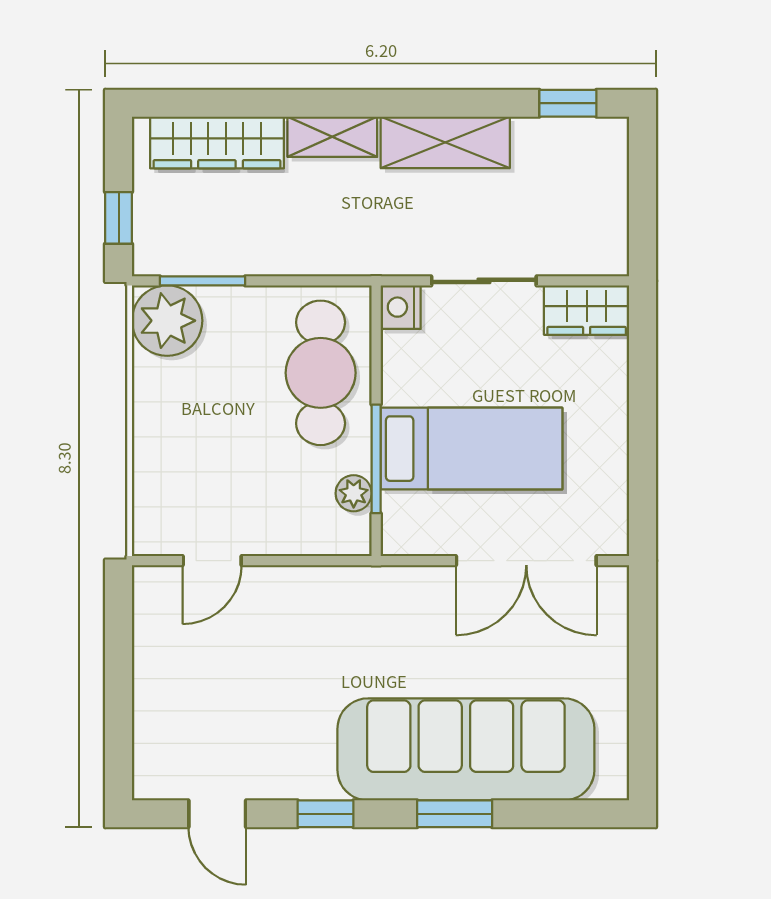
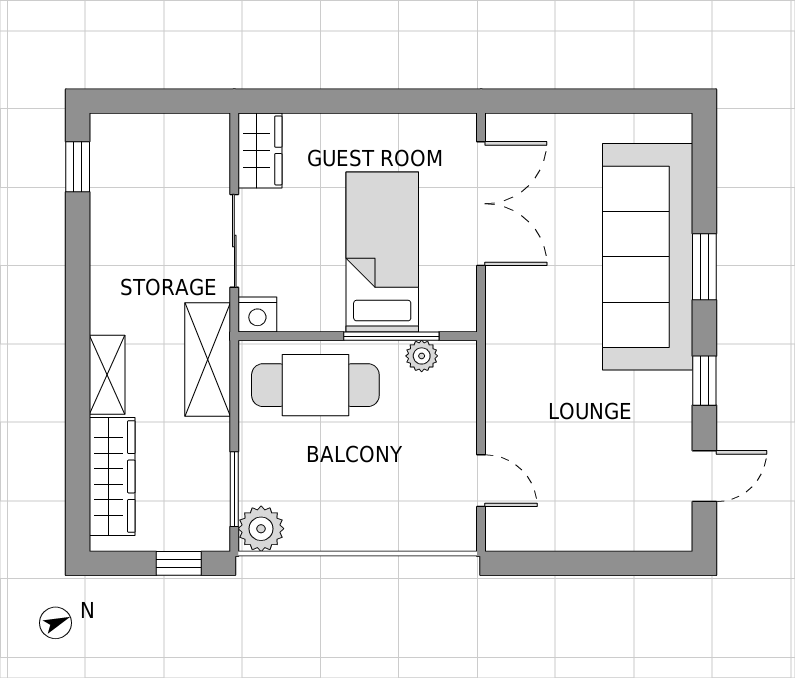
shelving: (445, 142) -> (208, 360), moved
plant: (167, 321) -> (261, 529), width x0.73, depth x0.73

